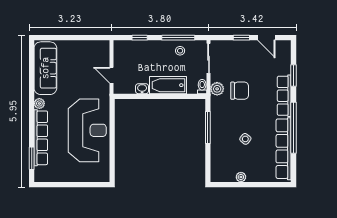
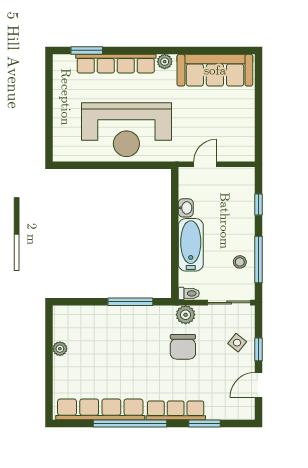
side table: (245, 139) -> (237, 343), moved

